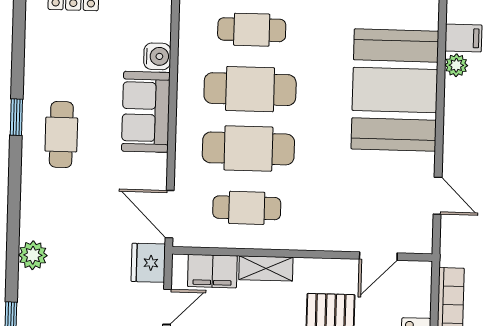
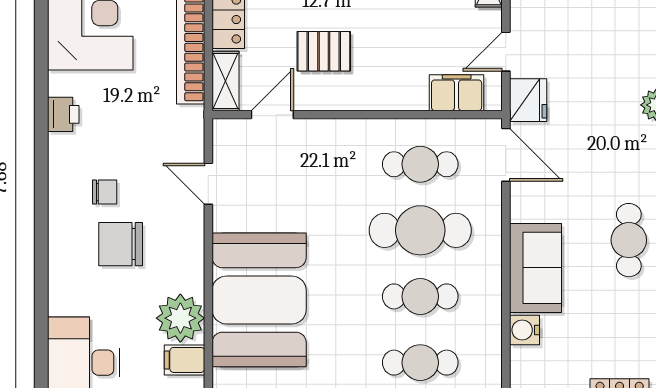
plant: (456, 65) -> (180, 318), width x1.88, depth x1.88
cafe table: (250, 89) -> (420, 296), width x0.73, depth x0.74
shelving: (266, 268) -> (226, 81), moved, turned 90

